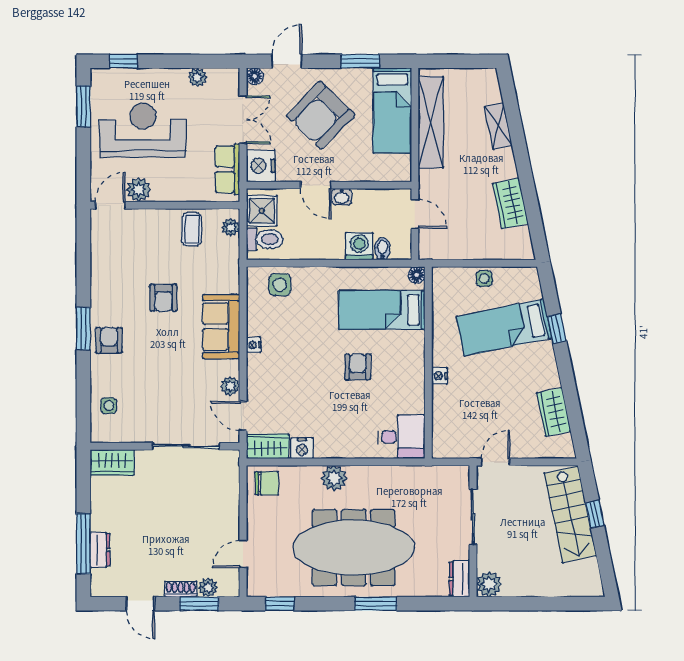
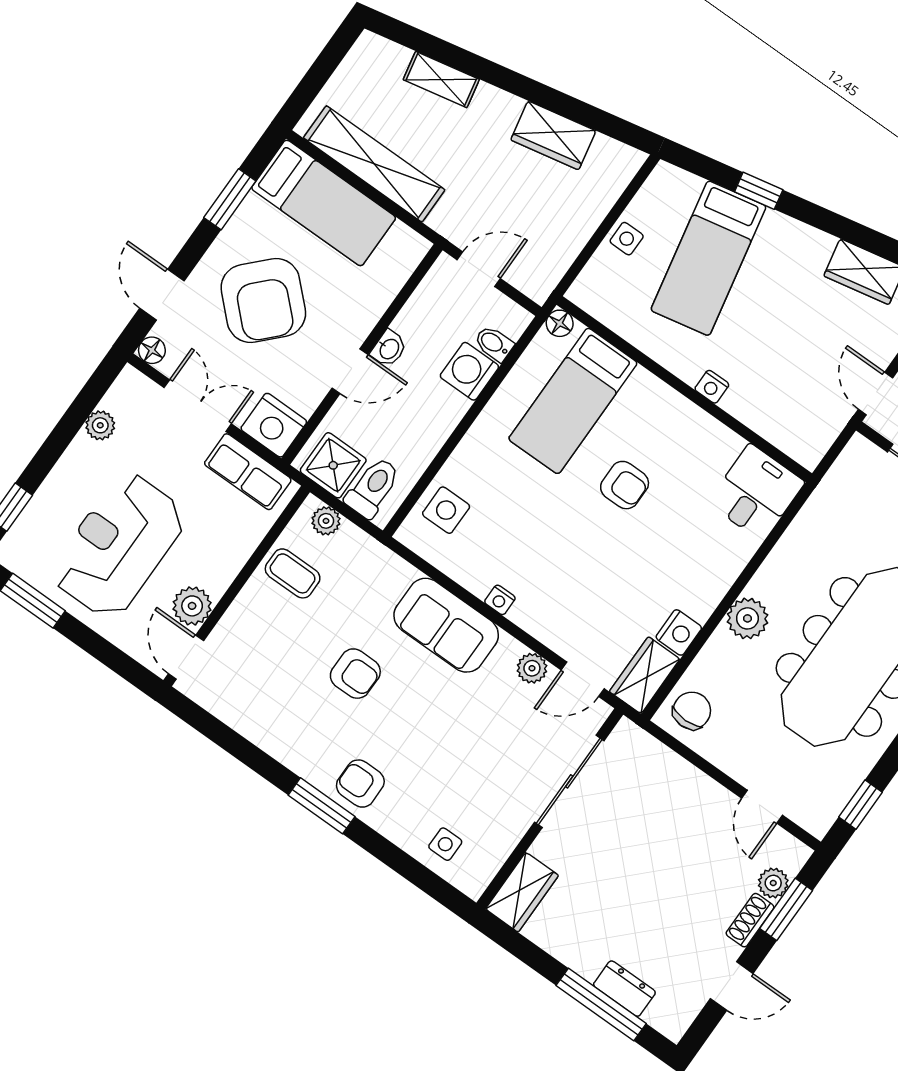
armchair: (358, 367) -> (625, 485), turned 180

